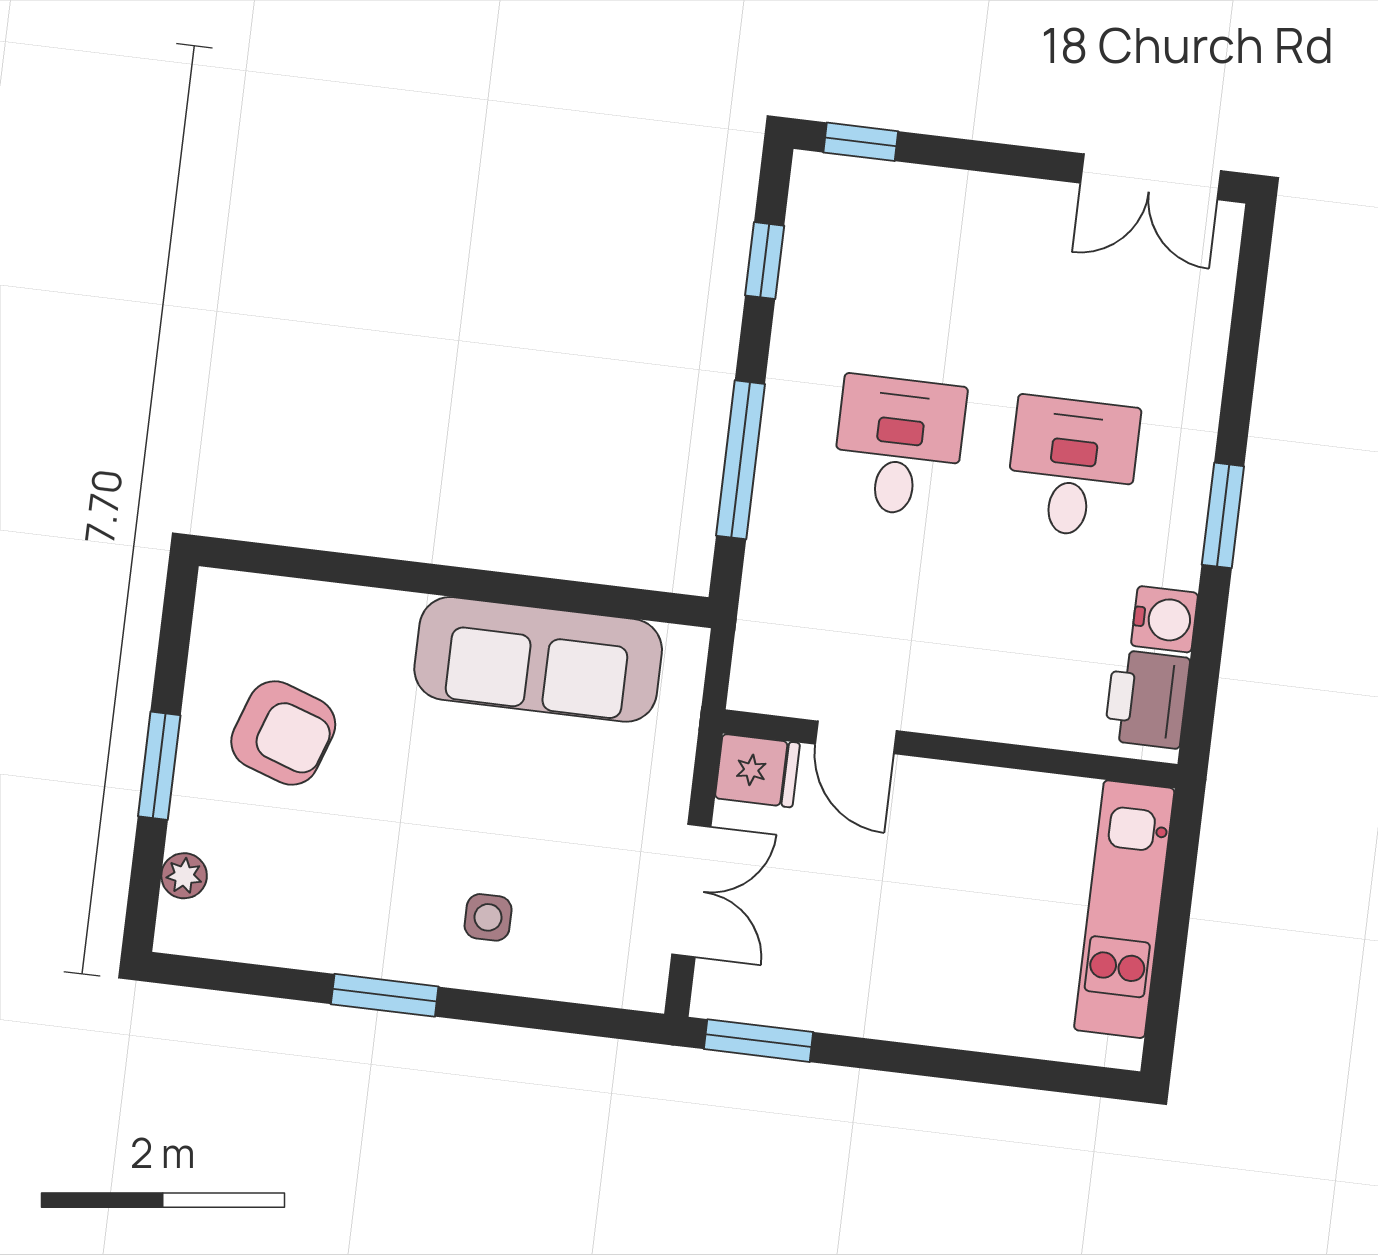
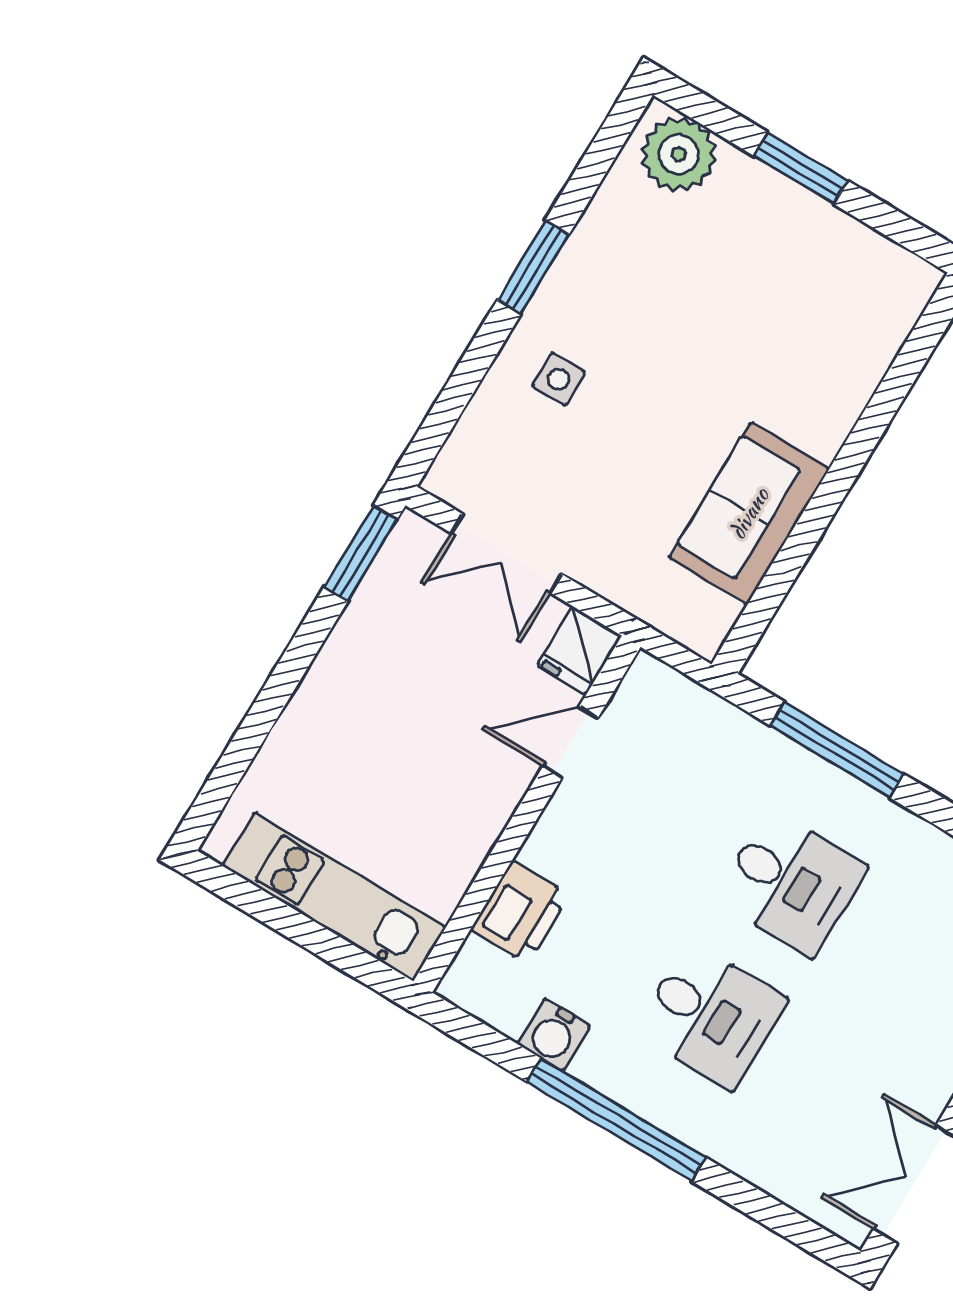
window: (1223, 515) -> (617, 1120), width x2.11
sofa: (538, 659) -> (749, 513), width x0.73
printer: (1147, 699) -> (520, 912), moved, turned 90
armchair: (283, 733) -> (782, 281), removed
plant: (184, 876) -> (679, 154), width x1.87, depth x1.87

